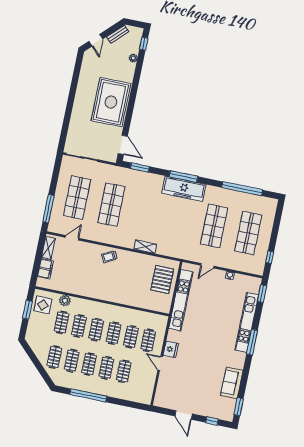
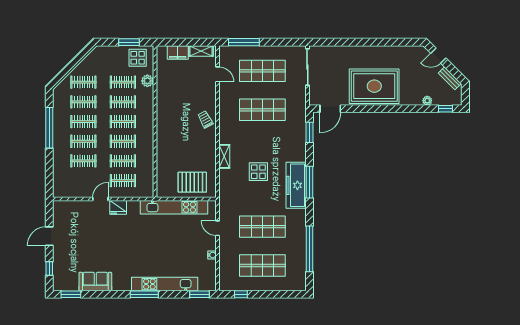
display table: (165, 220) -> (258, 172), added

